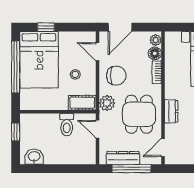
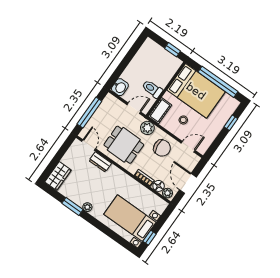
door: (120, 27) -> (188, 183), moved
bed: (39, 60) -> (196, 91), moved, turned 180
chair: (116, 76) -> (162, 148), turned -96
dresser: (171, 111) -> (100, 162), moved
washbasin: (34, 157) -> (120, 87), moved
dresser: (123, 158) -> (101, 112), removed

